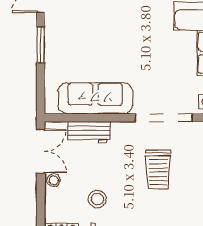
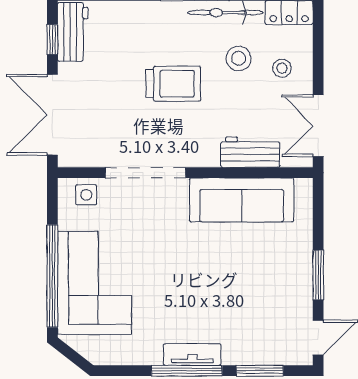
trolley: (158, 169) -> (173, 84), moved, turned 90
stool: (54, 180) -> (282, 68), moved

